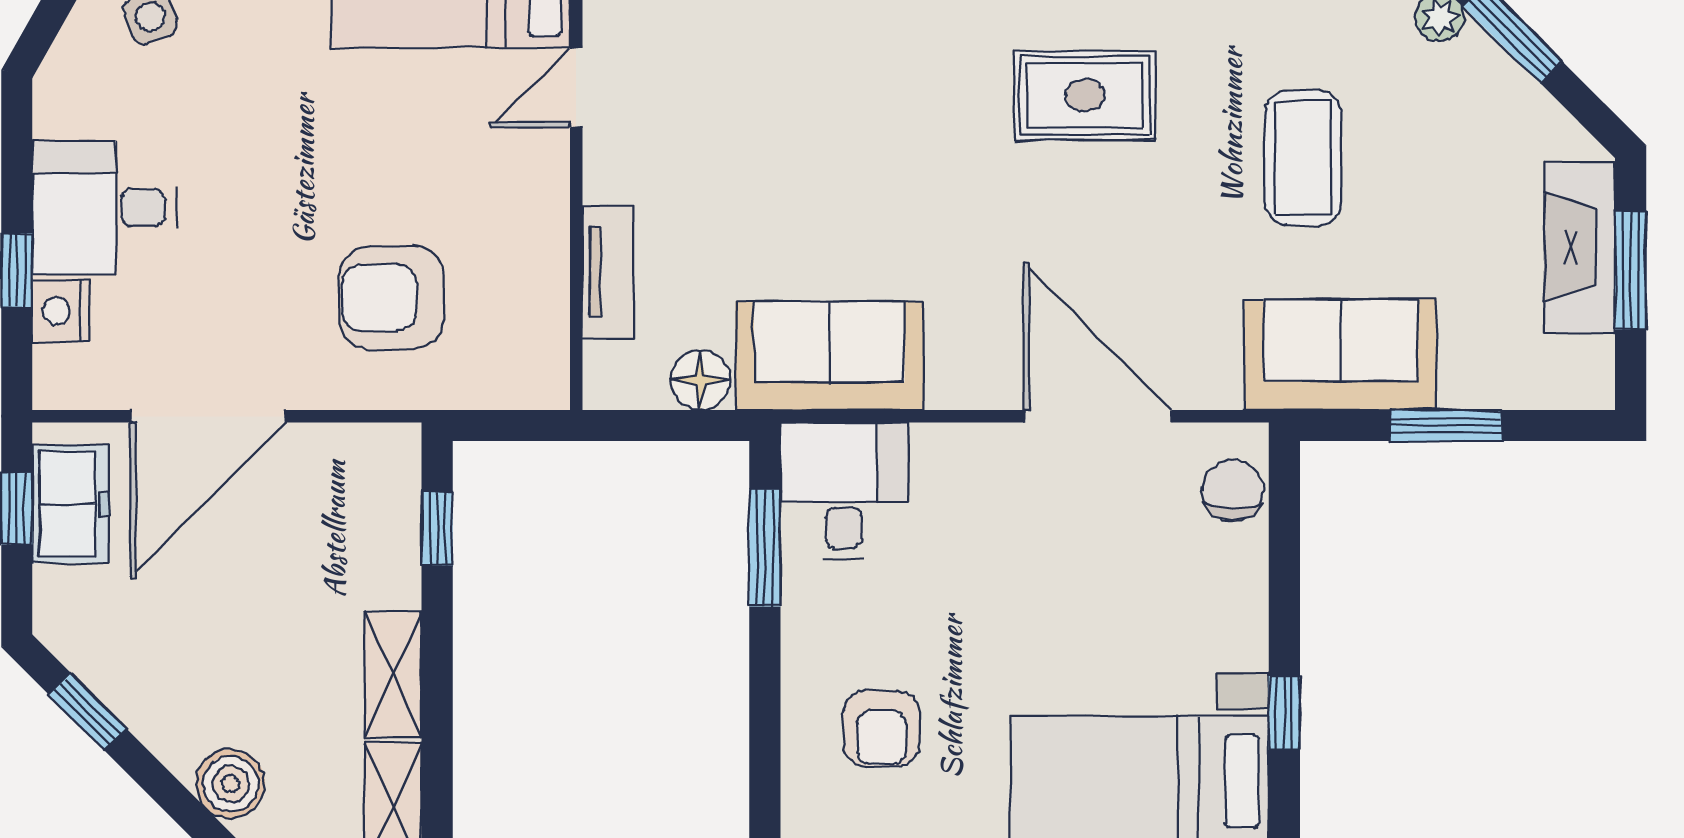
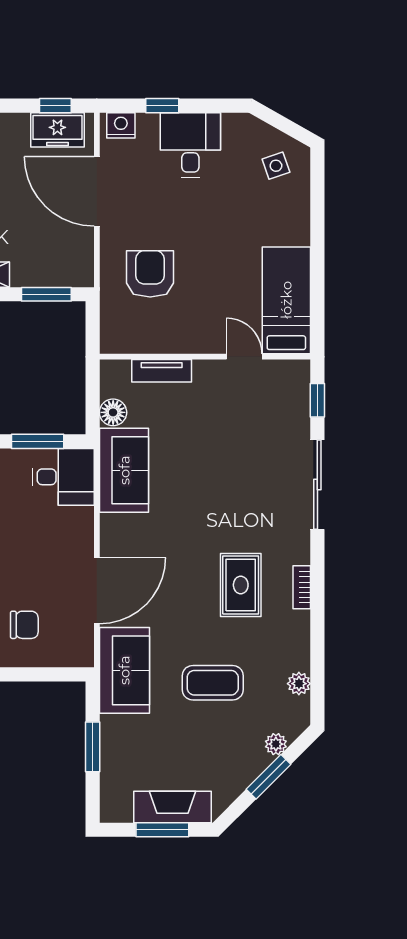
nightstand: (61, 311) -> (121, 125), moved
sofa: (1340, 355) -> (124, 670), moved
chair: (1232, 490) -> (24, 625), moved
window: (437, 529) -> (46, 294), width x1.50

